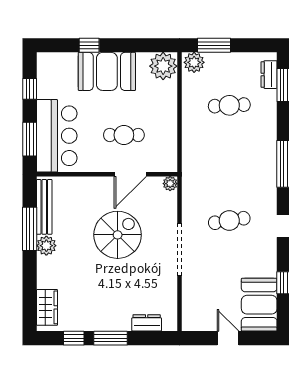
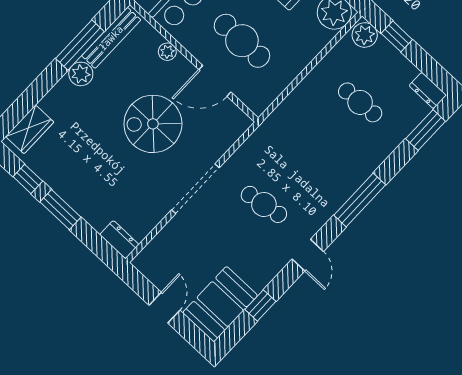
window: (214, 45) -> (397, 36), width x0.67
dresser: (269, 75) -> (428, 90), moved, turned -90
cafe table: (124, 135) -> (242, 41), width x1.37, depth x1.35
plant: (170, 184) -> (167, 52), moved
spiral stairs: (118, 235) -> (153, 124), turned 180
dresser: (147, 323) -> (119, 240), moved

